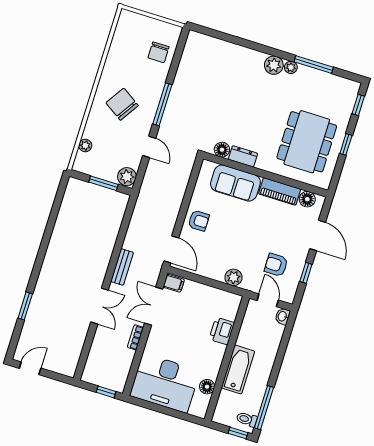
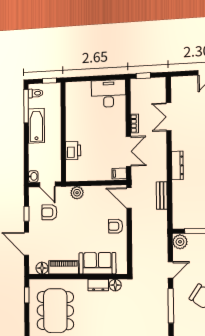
window: (346, 144) -> (27, 295), moved
door: (149, 147) -> (170, 270), swing flipped
armchair: (276, 265) -> (49, 212), turned 180
bench: (122, 267) -> (162, 196), moved
dresser: (100, 269) -> (177, 165), added
double door: (100, 306) -> (169, 117), moved
bathtub: (238, 370) -> (36, 126), moved, turned 180
desk: (165, 383) -> (108, 94), width x0.73, depth x0.77
floor lamp: (207, 387) -> (71, 106), removed
window: (238, 433) -> (49, 81), moved

